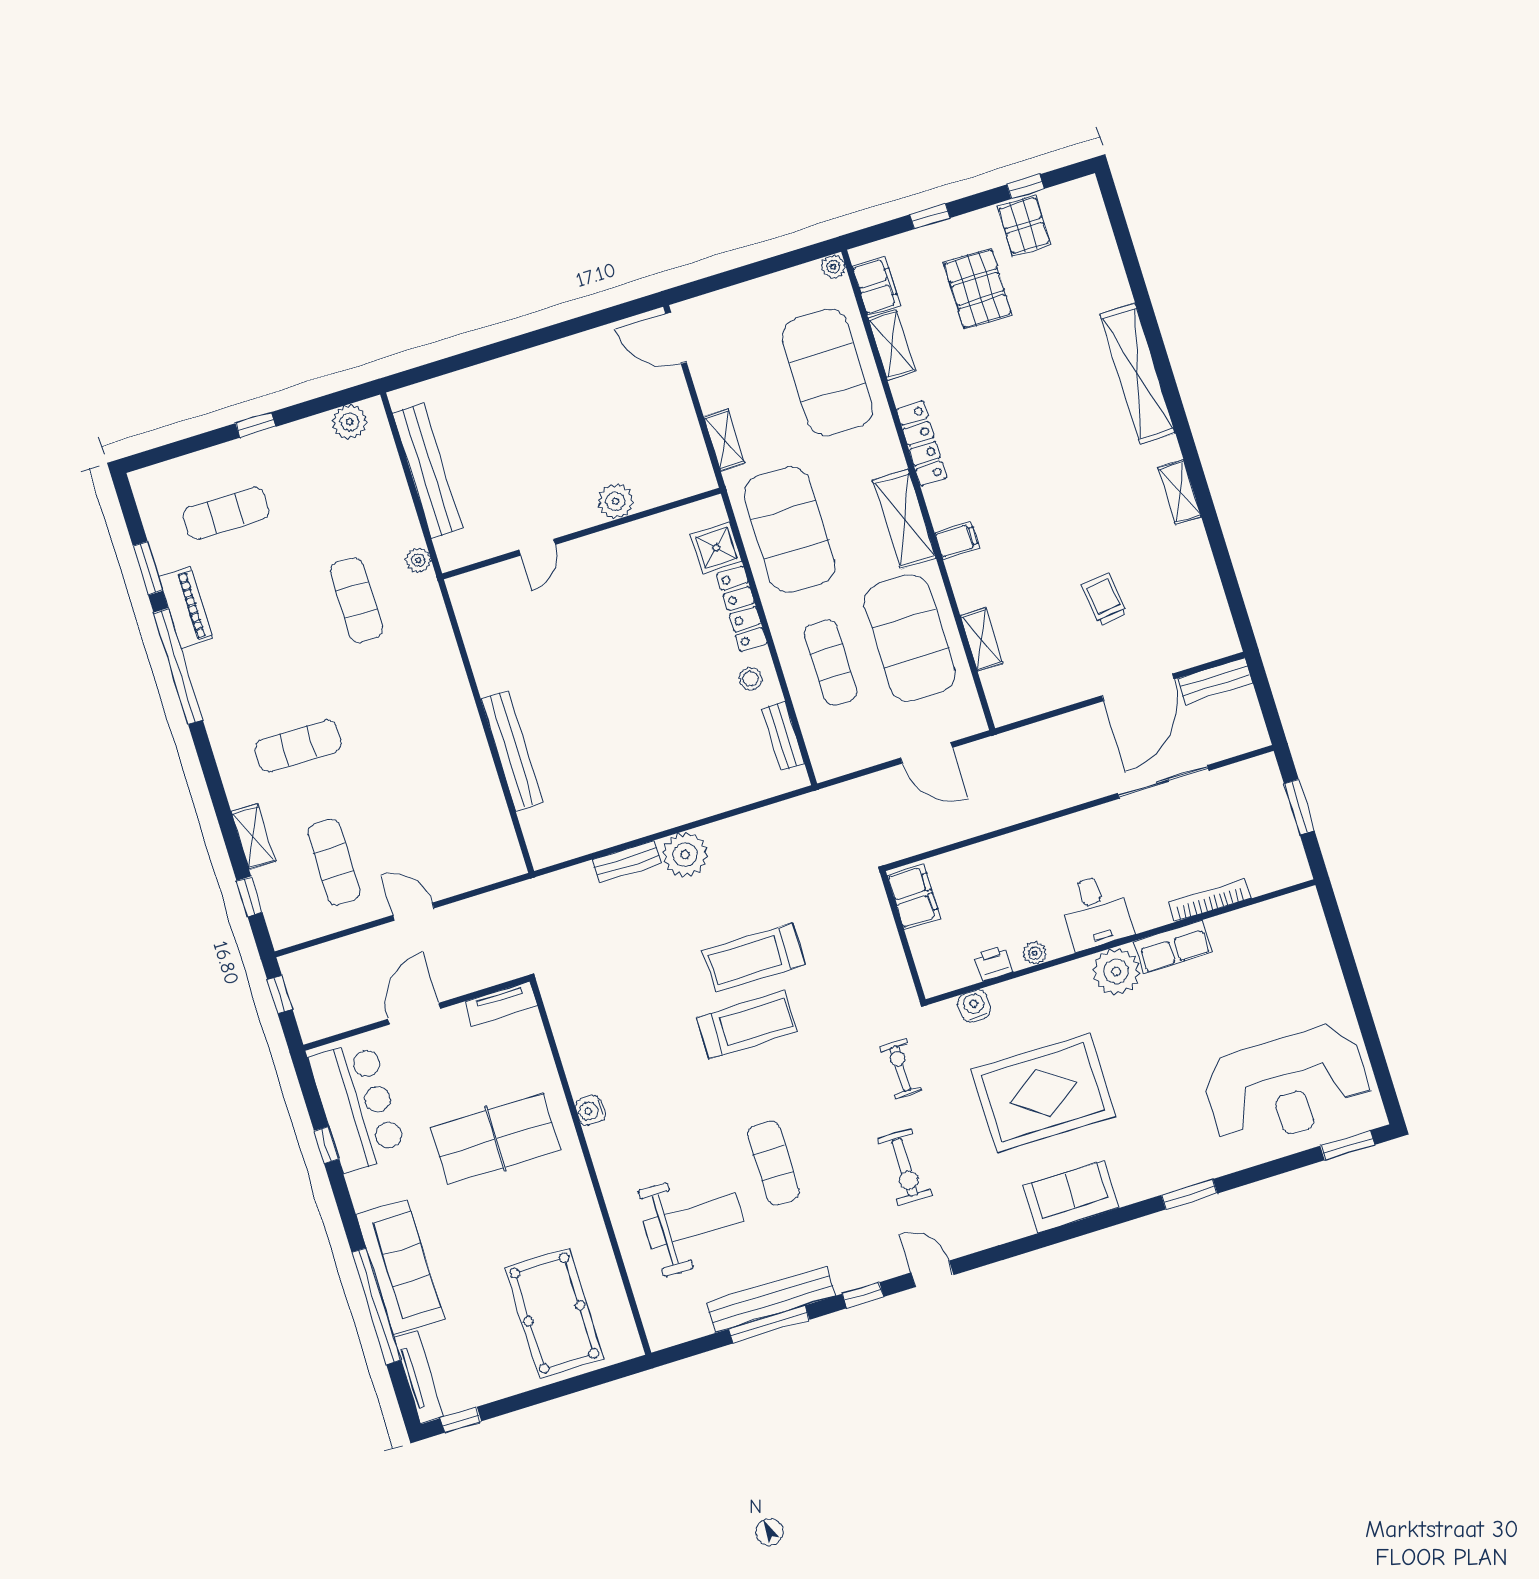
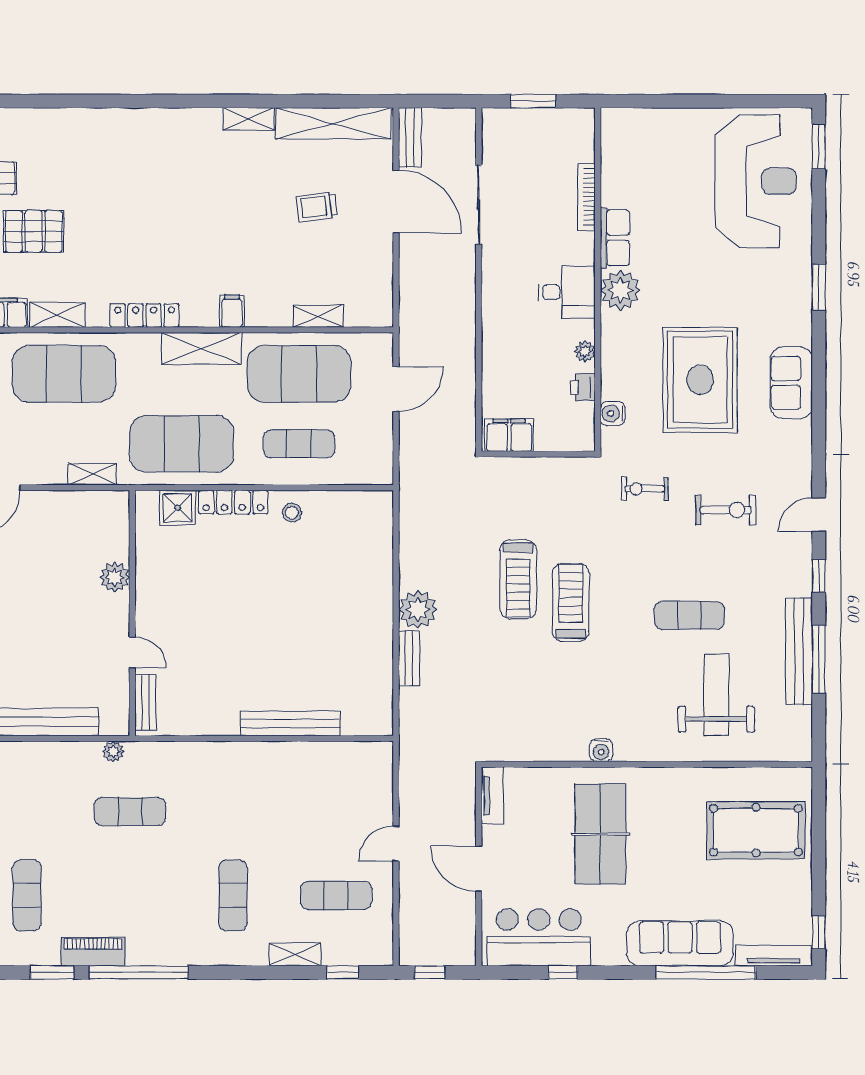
shelving: (1138, 374) -> (334, 123), moved
bench: (783, 736) -> (145, 702), moved, turned 90

